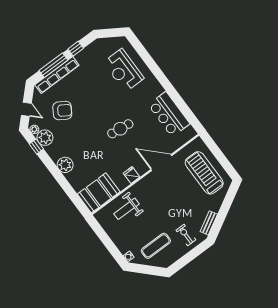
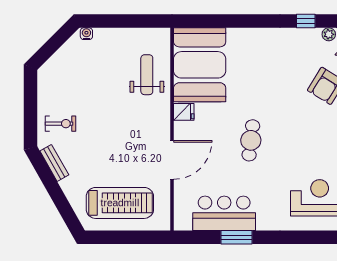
window: (177, 98) -> (236, 237), added
plant: (45, 138) -> (309, 40), removed
plant: (65, 165) -> (257, 40), removed
booth: (99, 193) -> (200, 65), width x1.36, depth x1.42
exercise mat: (156, 246) -> (75, 77), removed

